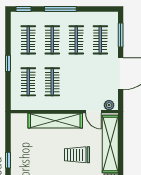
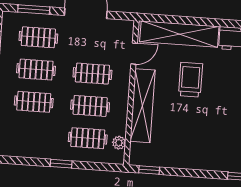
clothes rail: (28, 40) -> (92, 74), moved
plant: (109, 105) -> (119, 143), moved
trolley: (77, 155) -> (190, 80), turned 180
window: (8, 160) -> (149, 170), moved

